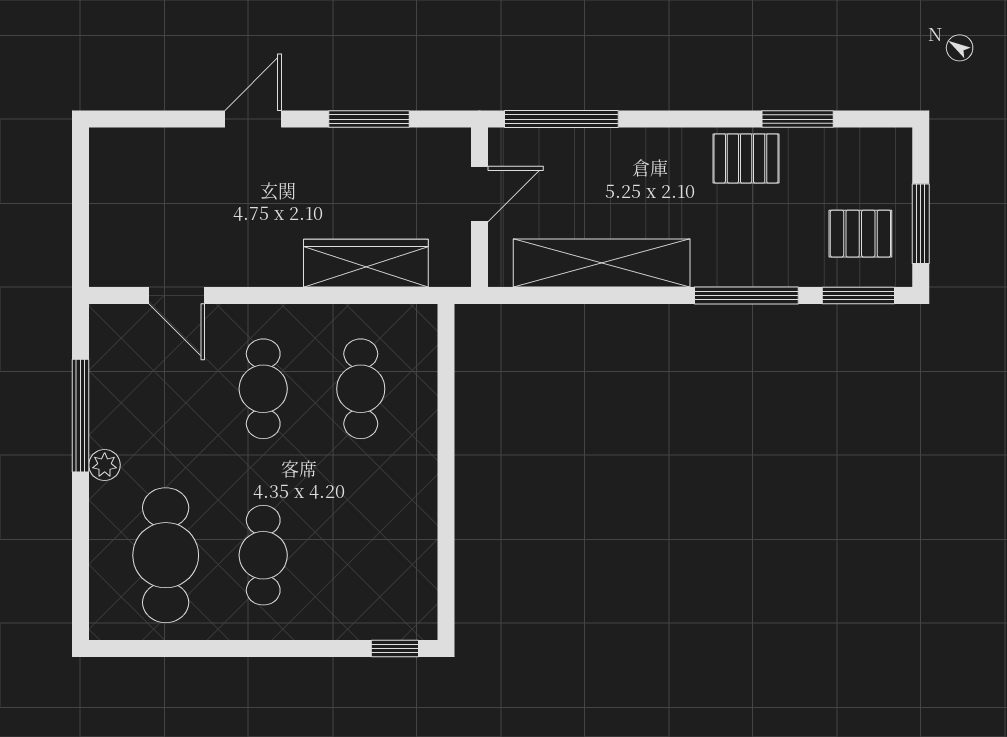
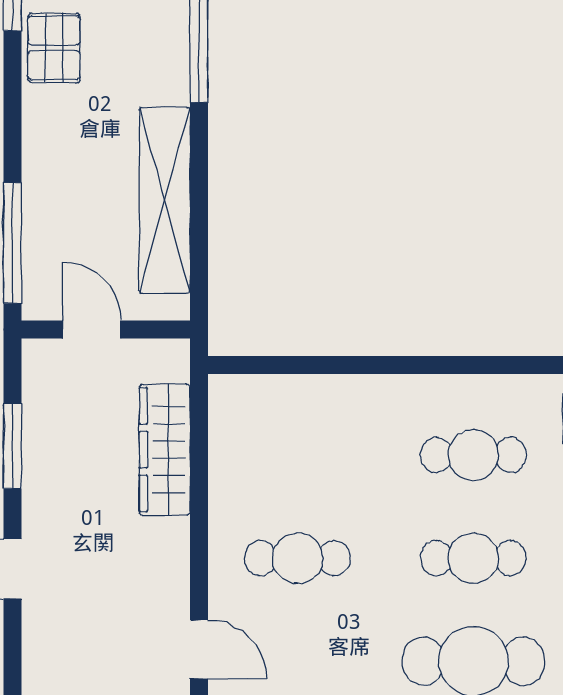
door: (177, 296) -> (199, 649), hinge flipped
cafe table: (361, 389) -> (473, 455), moved

